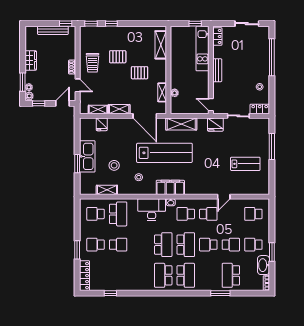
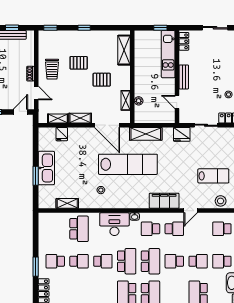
window: (66, 24) -> (12, 28), moved
window: (111, 24) -> (84, 28), moved
door: (211, 105) -> (177, 102), moved
stool: (114, 165) -> (221, 201), moved
filing cabinet: (170, 187) -> (164, 201), moved
school desk: (96, 214) -> (103, 261), moved, turned 180

